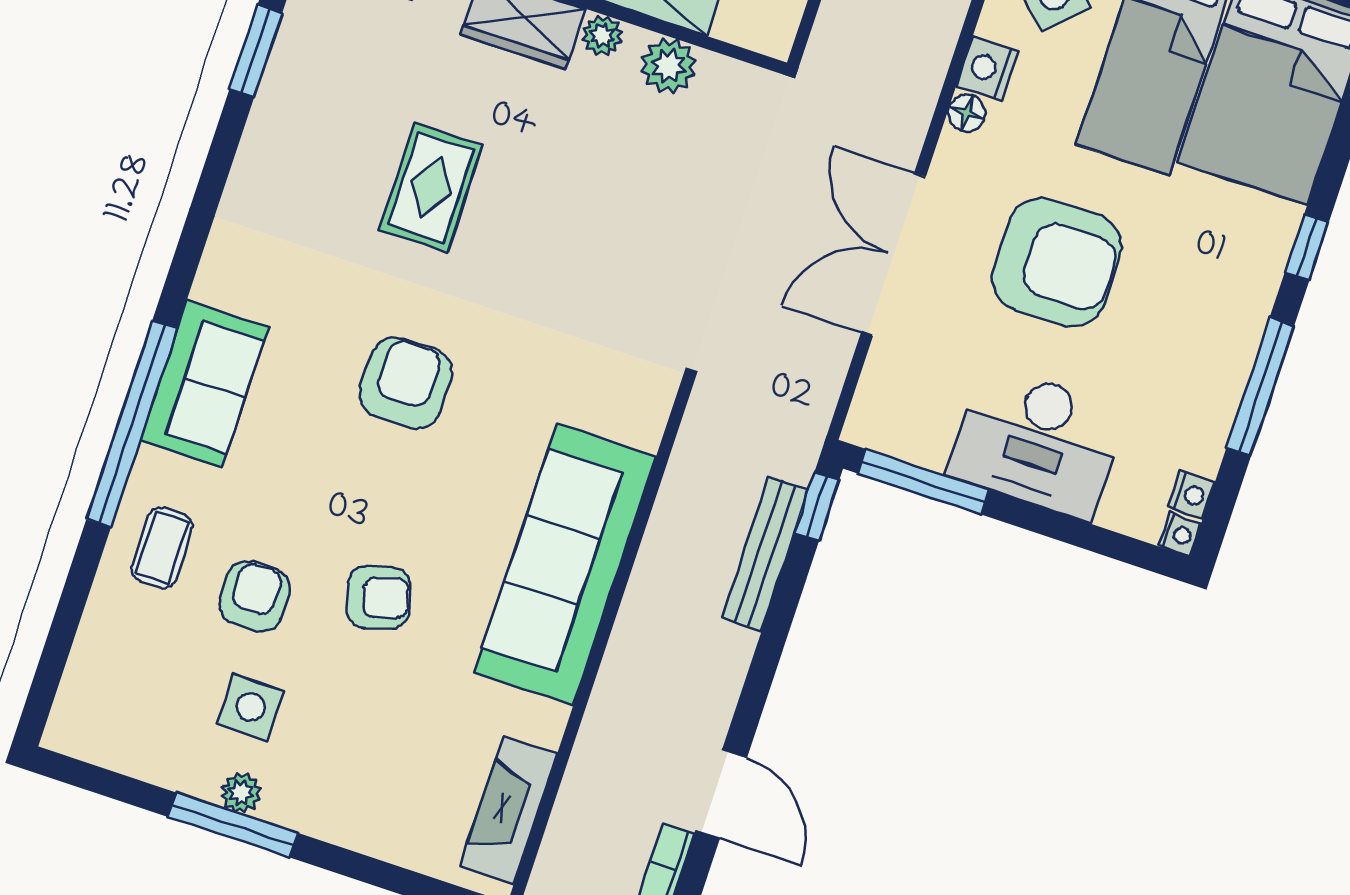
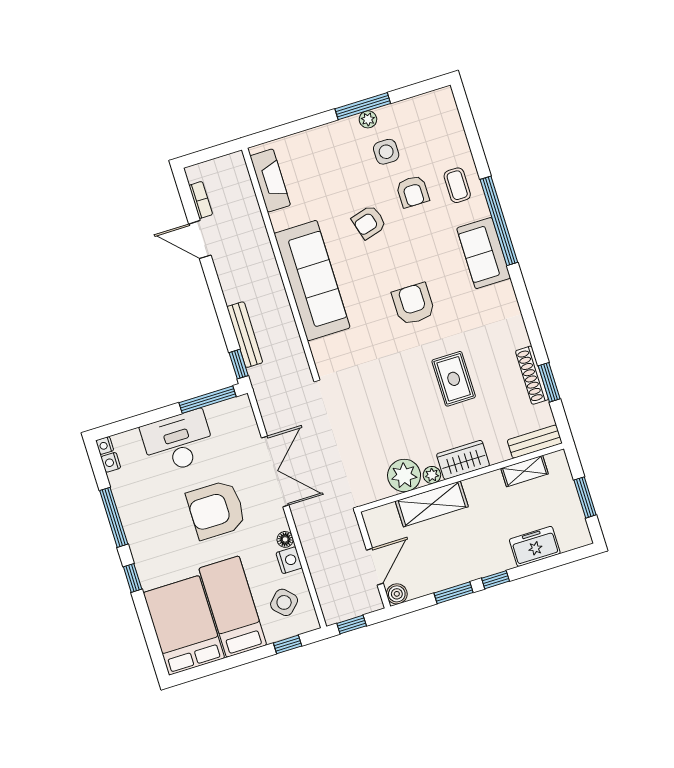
plant: (669, 66) -> (404, 475), width x1.36, depth x1.36
shoe rack: (279, 88) -> (532, 375), added
armchair: (406, 383) -> (413, 304), turned 180

